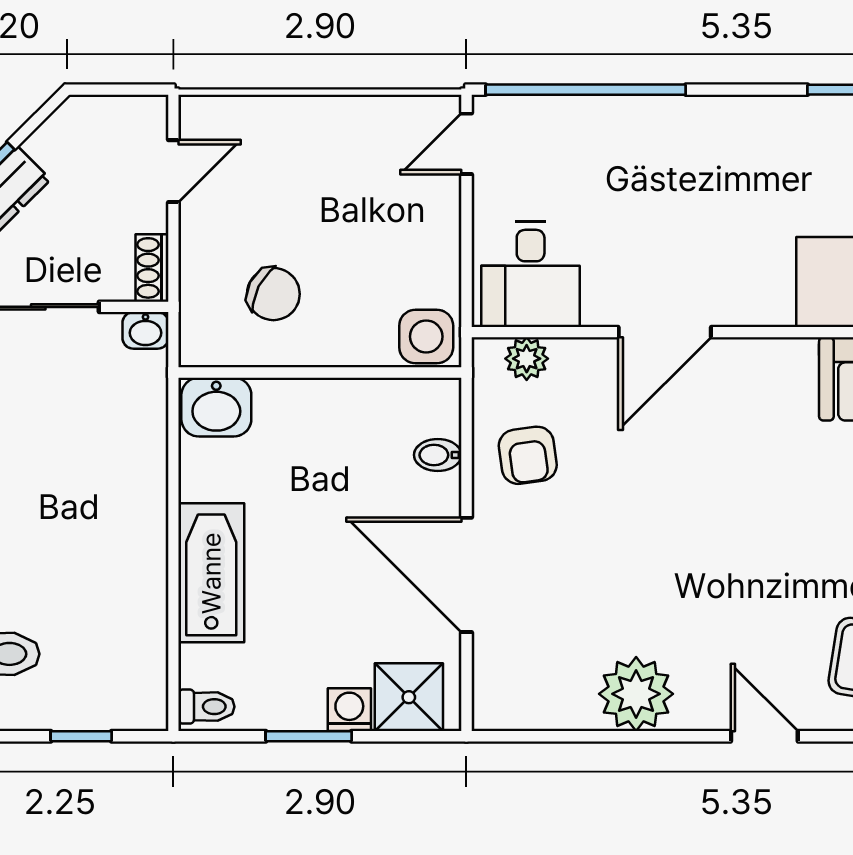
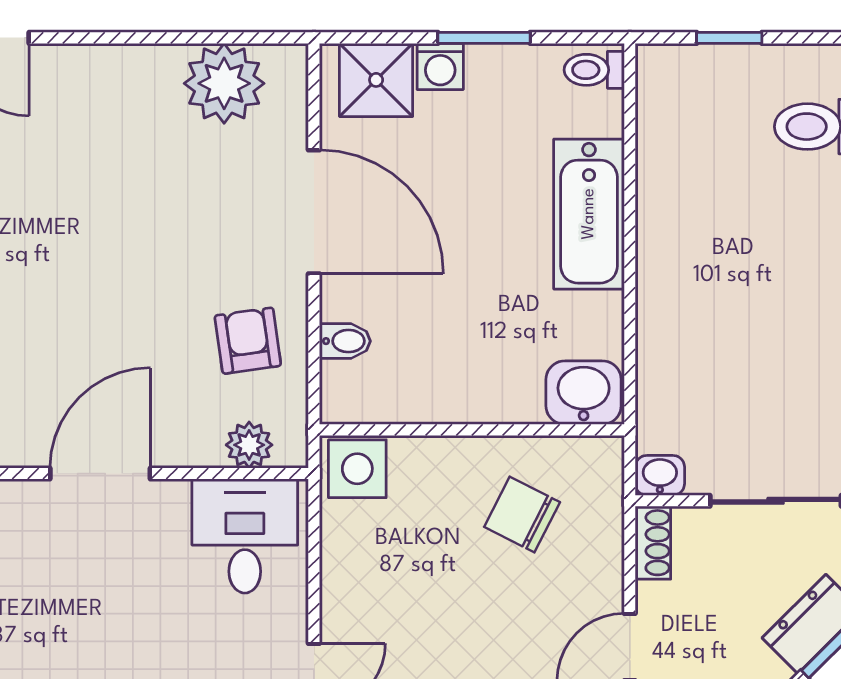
plant: (636, 694) -> (224, 83), moved

